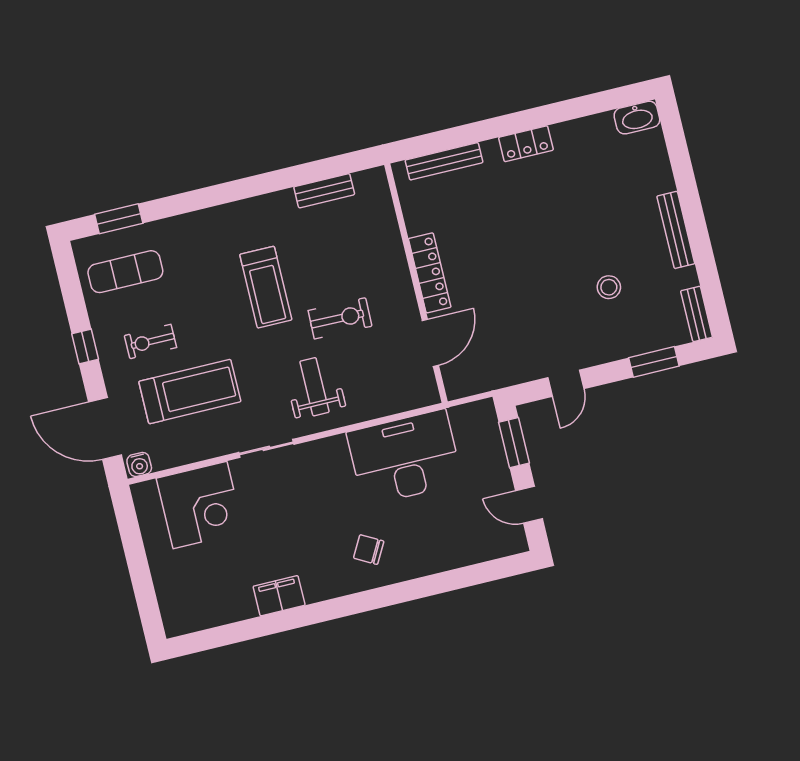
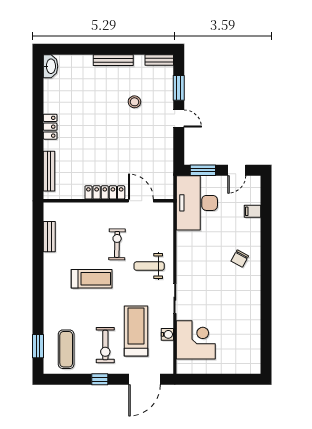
exercise bike: (150, 342) -> (105, 345), width x1.38, depth x1.39
door: (566, 383) -> (179, 118), moved
desk: (405, 458) -> (197, 203), moved
water cooler: (139, 464) -> (167, 334), moved
filing cabinet: (279, 596) -> (252, 211), moved, width x0.50

